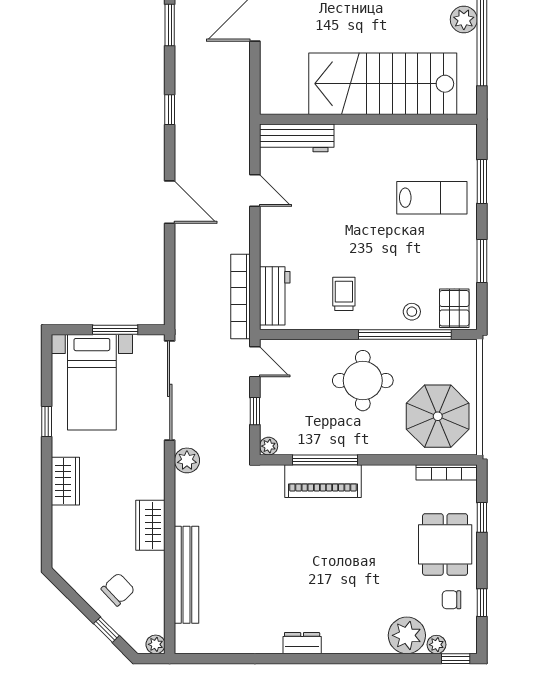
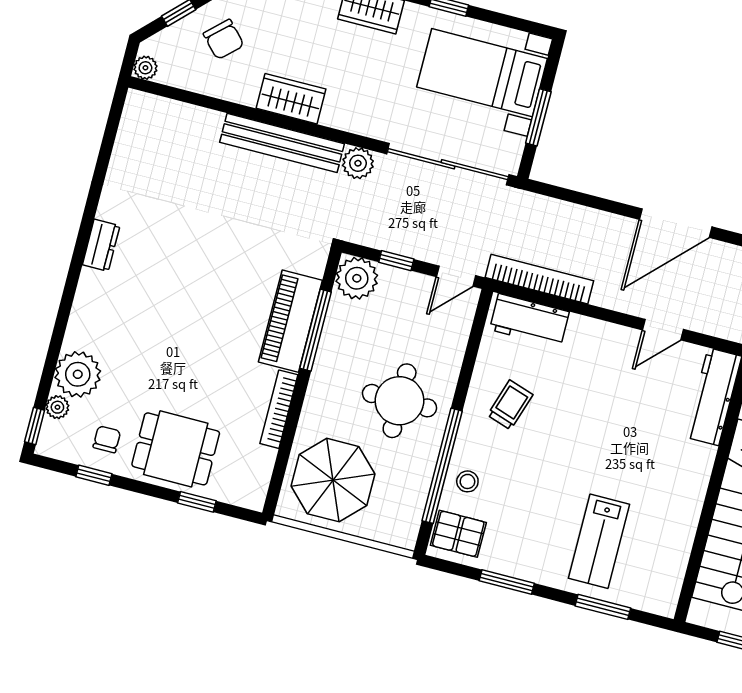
door: (170, 202) -> (676, 223), width x1.36
trolley: (344, 294) -> (510, 405), turned -72
plant: (269, 446) -> (357, 278), width x1.88, depth x1.88
bookcase: (447, 472) -> (279, 409), moved
bench: (186, 575) -> (282, 143), moved

